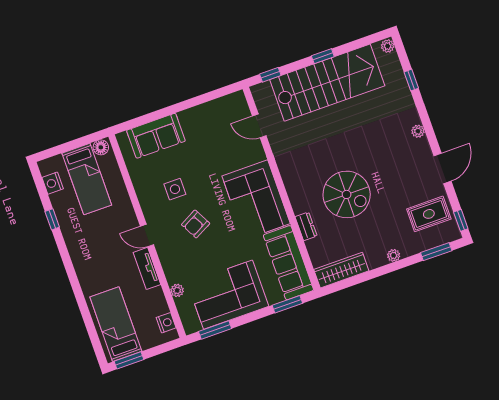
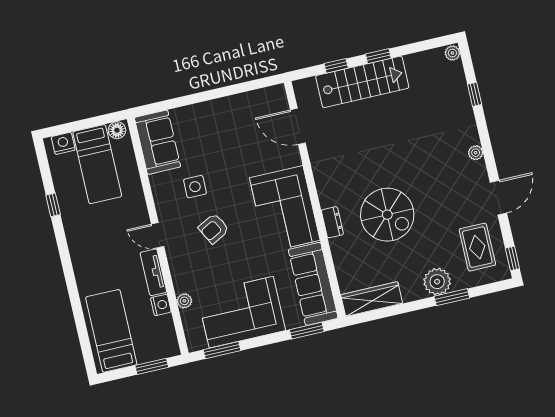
window: (270, 75) -> (336, 66), moved
stairs: (327, 83) -> (362, 82), width x0.73, depth x0.66
door: (259, 126) -> (298, 126), width x1.38
sofa: (156, 136) -> (158, 142), moved, turned -90
nightstand: (53, 183) -> (63, 143), moved, turned 90
rug: (429, 214) -> (477, 247), turned 90
dresser: (306, 226) -> (332, 222), moved
window: (436, 252) -> (452, 297), moved
plant: (394, 255) -> (437, 282), width x1.88, depth x1.88
nightstand: (166, 323) -> (161, 305), moved
window: (129, 360) -> (152, 366), moved

